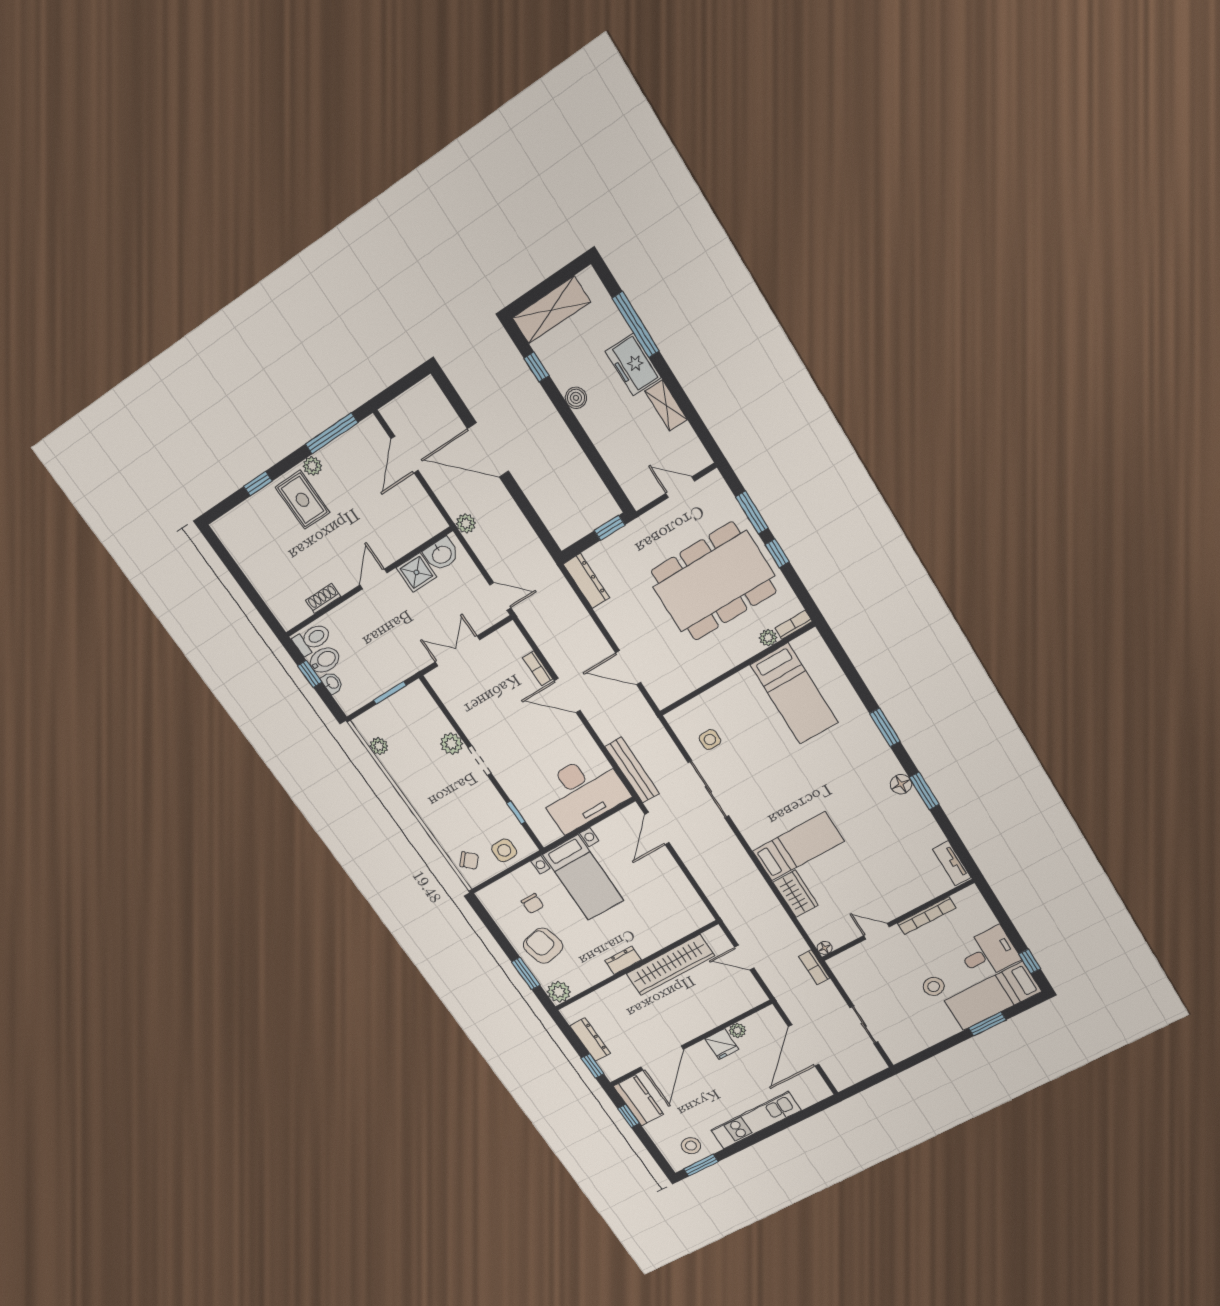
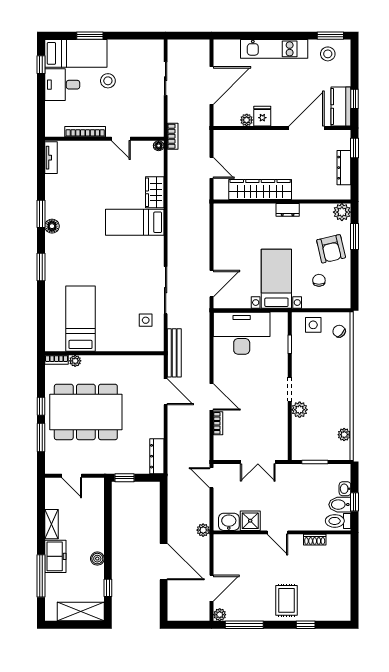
plant: (312, 466) -> (220, 615), moved
door: (373, 579) -> (278, 532), hinge flipped
bench: (632, 770) -> (174, 353), moved

